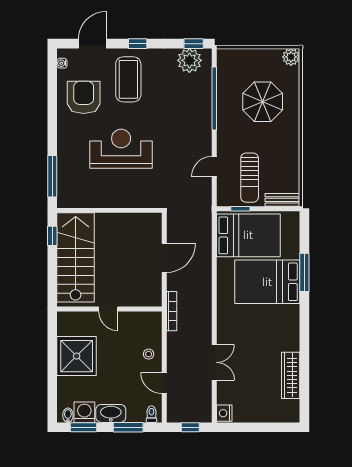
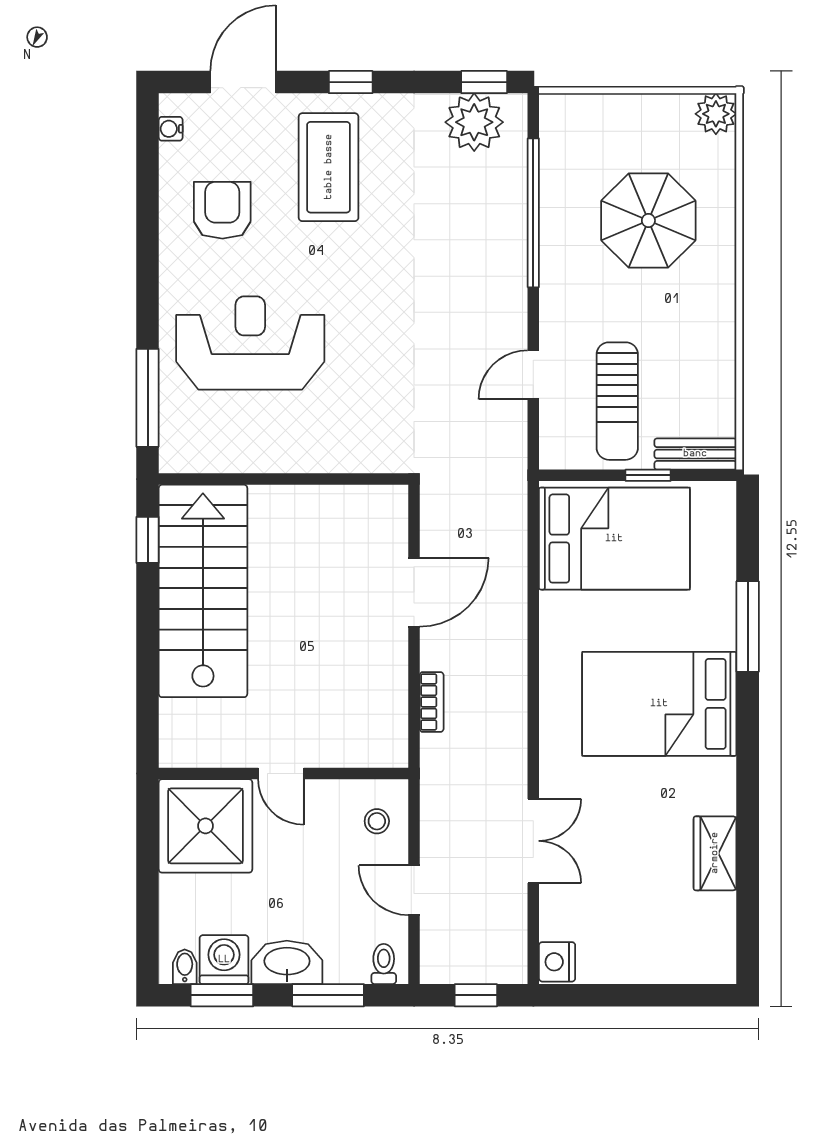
armchair: (84, 97) -> (222, 210), width x0.73, depth x0.73
reception desk: (121, 149) -> (250, 343), moved
window: (240, 209) -> (648, 475), moved
bed: (267, 282) -> (659, 704), moved
door: (108, 309) -> (281, 774), moved
wall: (109, 309) -> (284, 774), moved
bookcase: (172, 311) -> (432, 702), width x0.64
wardrobe: (291, 375) -> (715, 853), width x0.67

